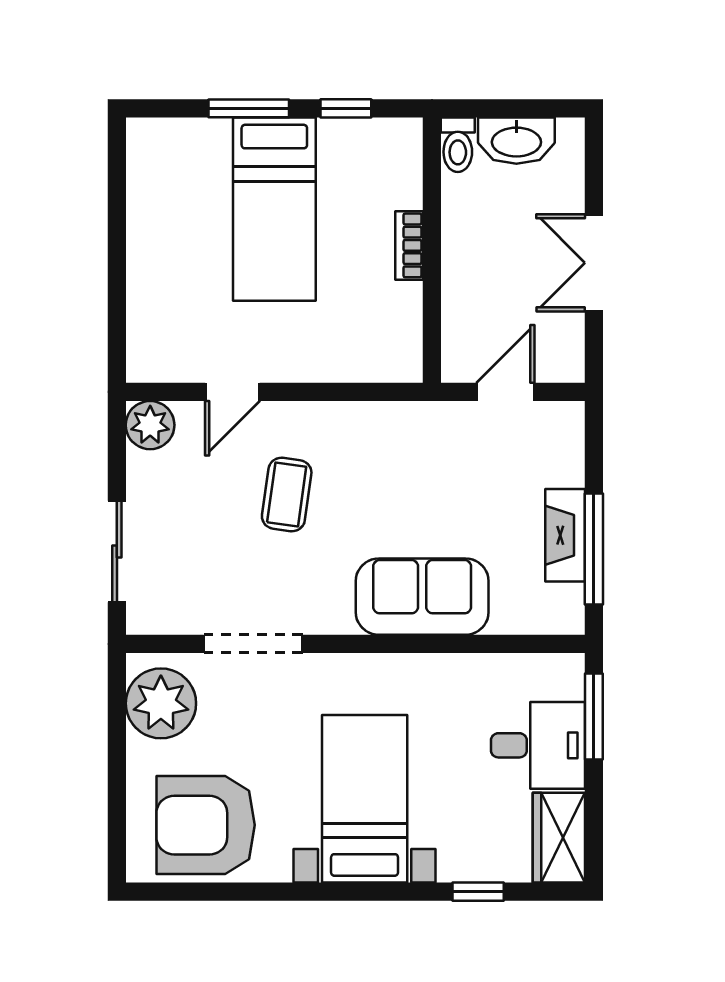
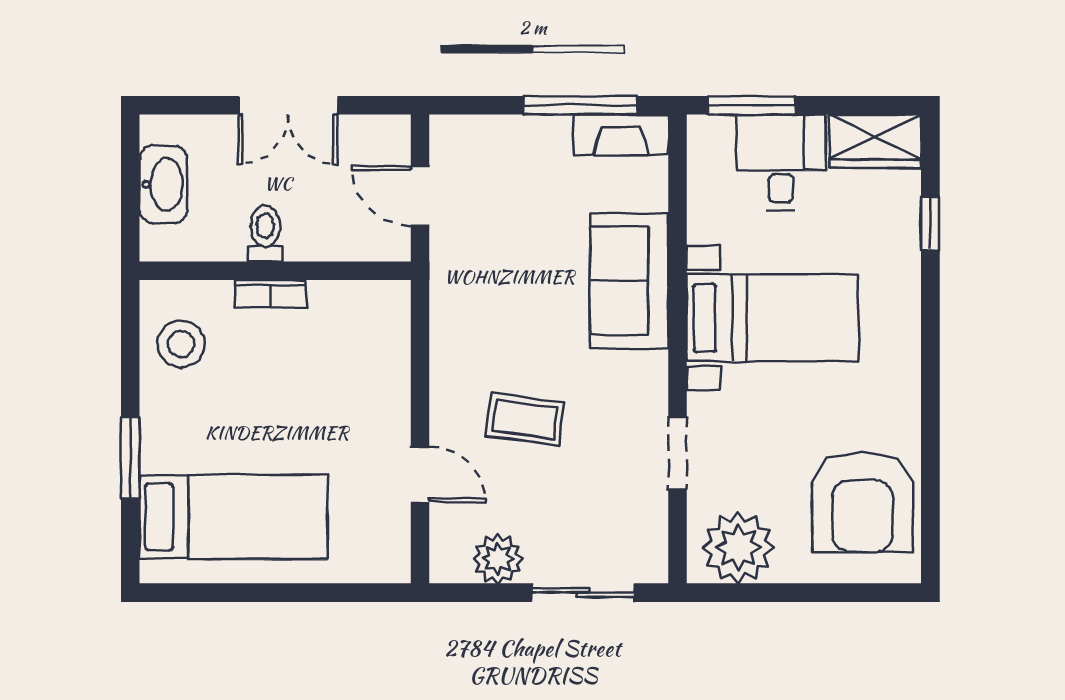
window: (346, 108) -> (130, 359), removed
toilet: (458, 145) -> (265, 234), moved, turned -90
stool: (360, 158) -> (181, 344), added
bed: (274, 209) -> (233, 517), moved
plant: (150, 425) -> (498, 559), moved
fireplace: (565, 535) -> (621, 135), moved
doorway: (253, 644) -> (677, 453), width x0.73
bed with nightstands: (365, 799) -> (772, 318), moved, turned 180

